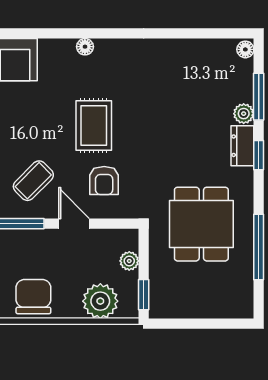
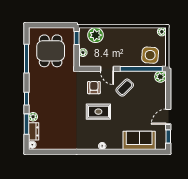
rug: (94, 125) -> (98, 112), turned 90
dresser: (242, 146) -> (34, 131), moved
dining table: (201, 224) -> (51, 51), moved
chair: (33, 297) -> (125, 37), removed

